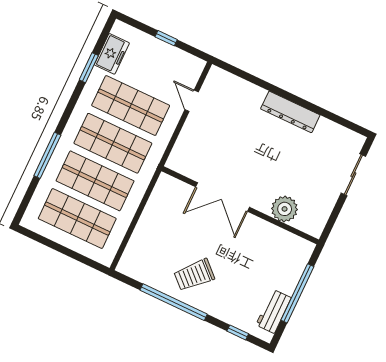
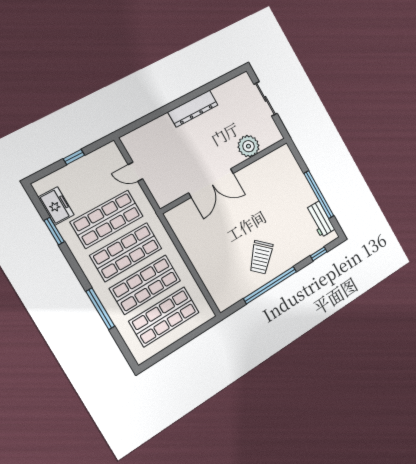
double door: (222, 197) -> (211, 183), moved
wall: (240, 205) -> (225, 175), moved
plant: (285, 209) -> (248, 146), moved

